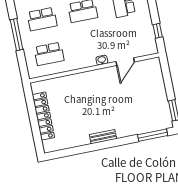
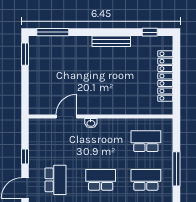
window: (158, 31) -> (25, 156), moved
bench: (103, 137) -> (111, 41), width x1.36
window: (65, 153) -> (150, 32), added

